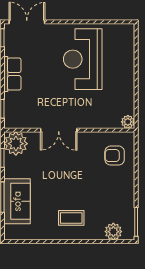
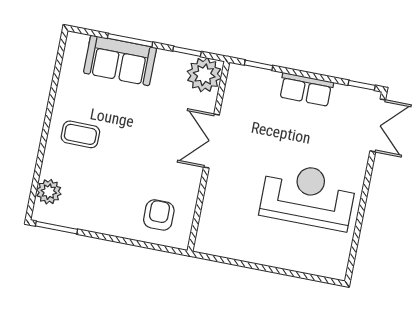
plant: (128, 122) -> (204, 244), removed
coffee table: (71, 218) -> (80, 134), turned 90

